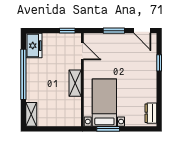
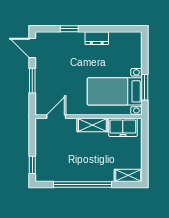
window: (67, 31) -> (32, 165), moved
door: (142, 31) -> (32, 48), swing flipped
freezer: (34, 46) -> (123, 127), moved, turned 180
dresser: (151, 113) -> (97, 38), moved

